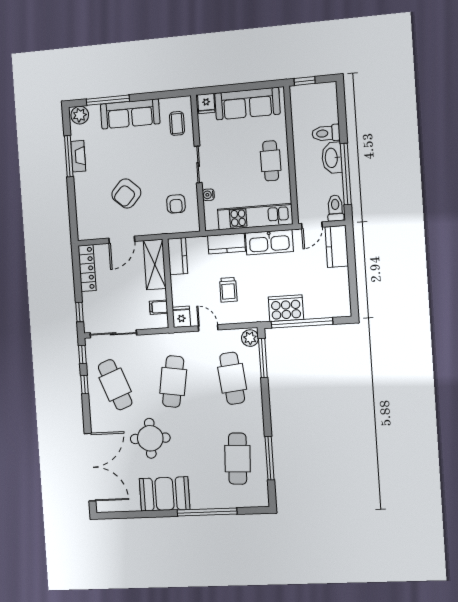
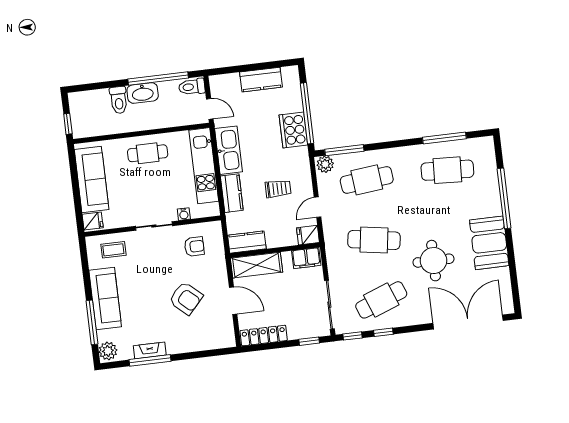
kitchen counter: (337, 246) -> (261, 80), moved
filing cabinet: (159, 307) -> (306, 258), width x2.00

